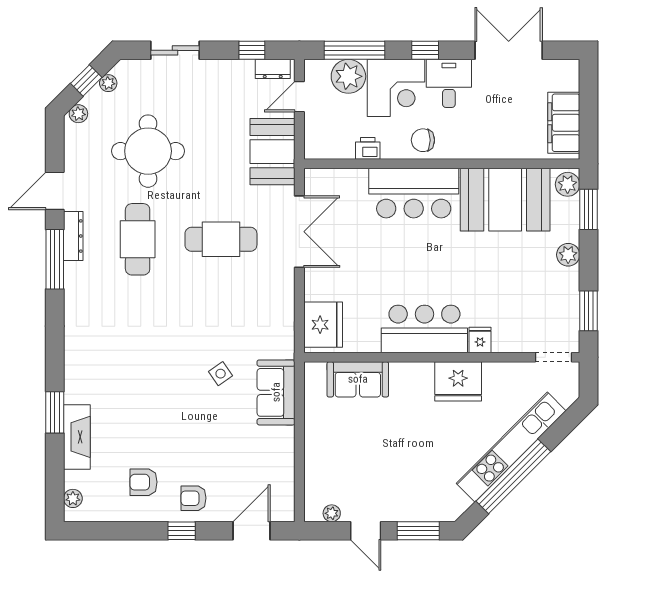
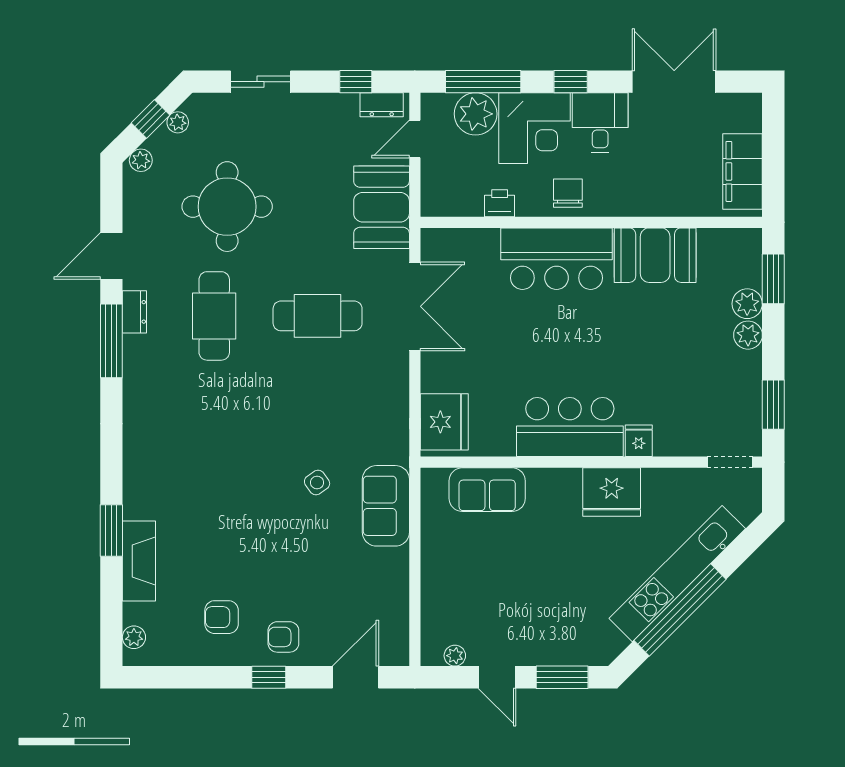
chair: (423, 140) -> (568, 193), turned 90
plant: (568, 184) -> (747, 304), moved
booth: (505, 200) -> (655, 255), width x0.73, depth x0.70
dresser: (73, 236) -> (134, 312), width x0.70

